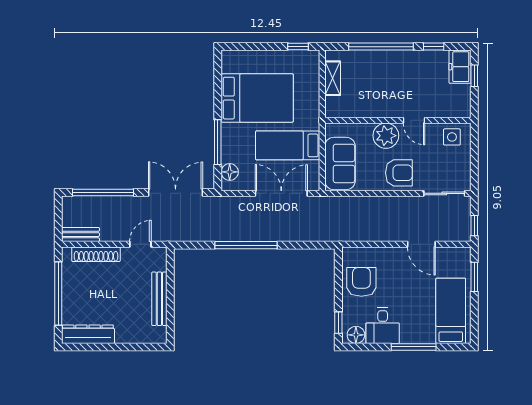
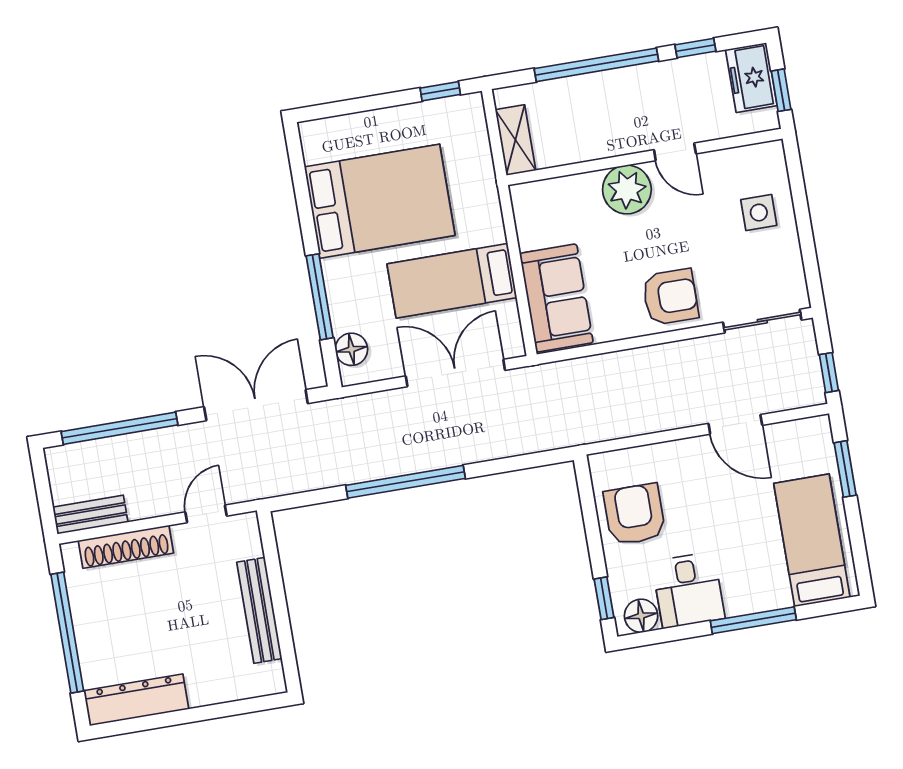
wall: (398, 120) -> (644, 157), moved
door: (414, 120) -> (675, 152), moved
plant: (386, 136) -> (627, 190), moved

